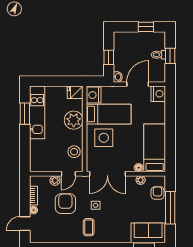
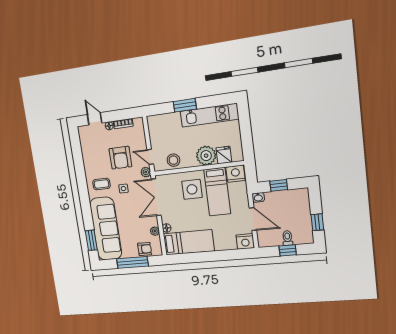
fridge: (75, 92) -> (224, 155), moved
window: (25, 114) -> (185, 105), moved
plant: (55, 180) -> (146, 172), moved
armchair: (65, 204) -> (120, 158), turned 90
sofa: (148, 233) -> (106, 229), width x1.85, depth x1.27

